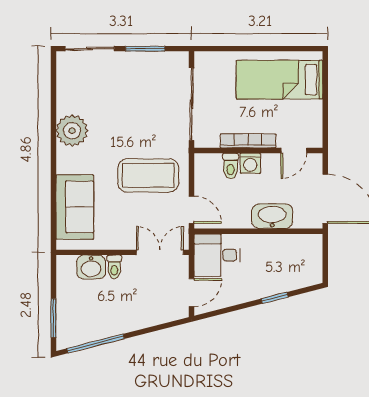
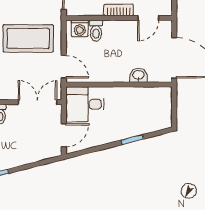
bookcase: (248, 141) -> (119, 10), width x0.64
washing machine: (250, 163) -> (80, 28), moved
washbasin: (272, 216) -> (138, 75), width x0.52, depth x0.69

